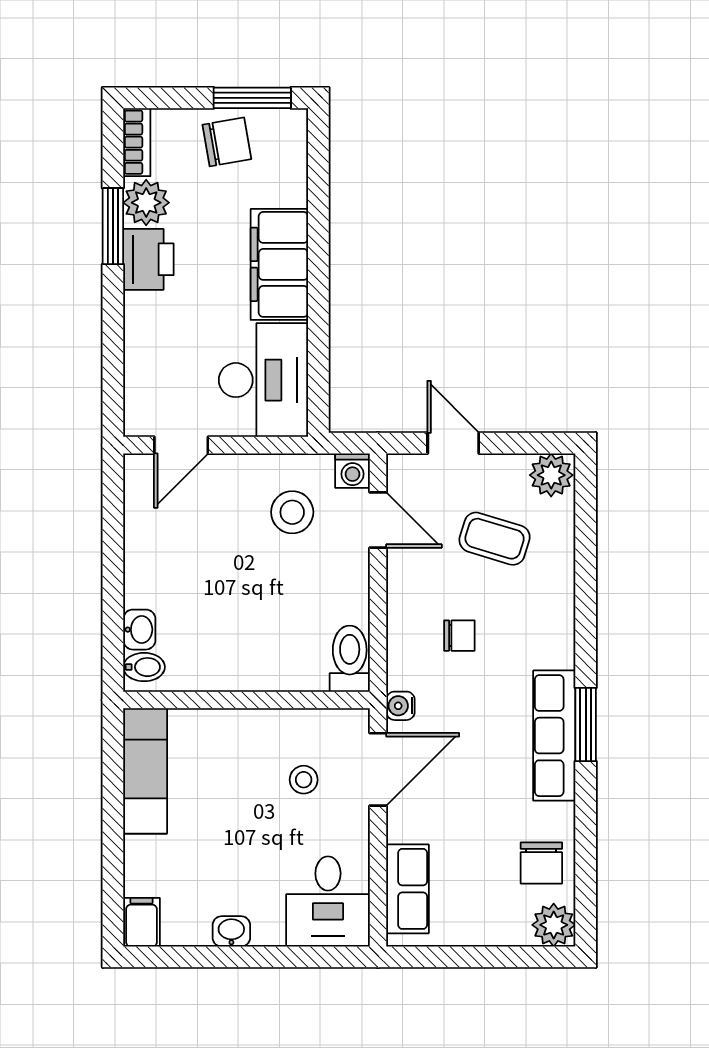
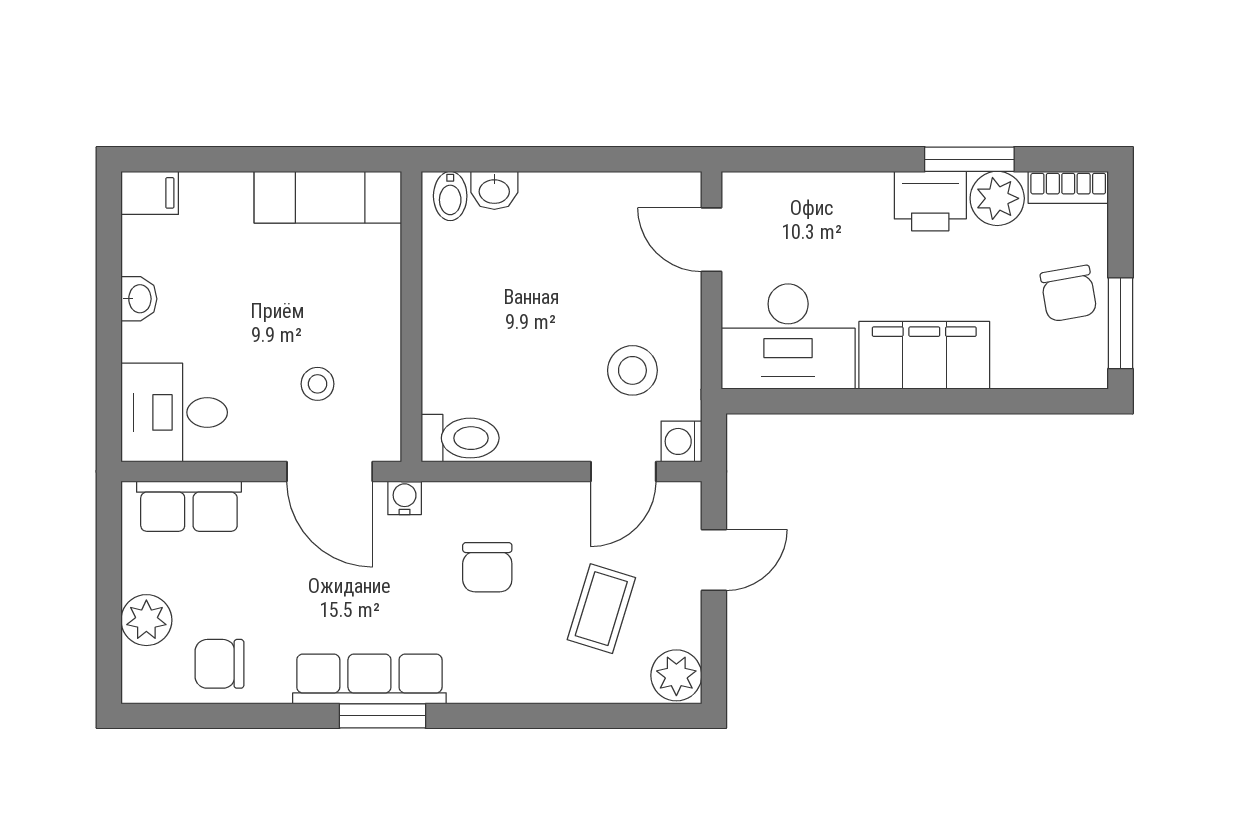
chair: (459, 636) -> (487, 567), width x1.37, depth x1.37
plant: (554, 925) -> (146, 620), moved

